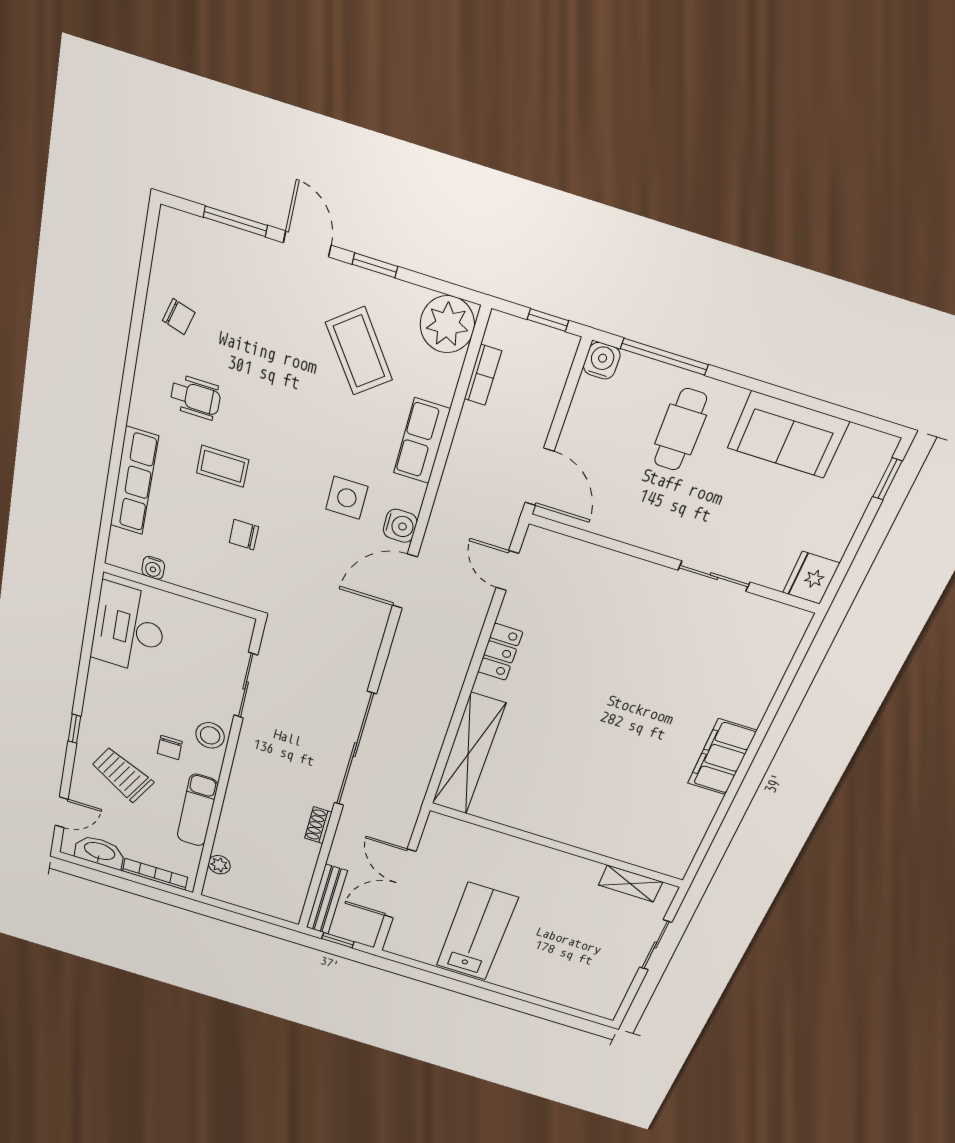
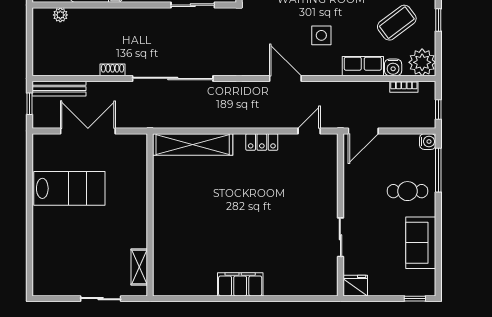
water cooler: (400, 526) -> (393, 67), moved

